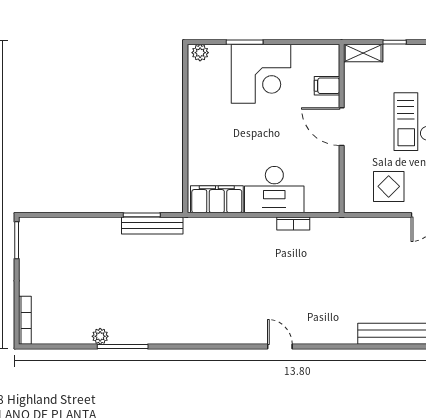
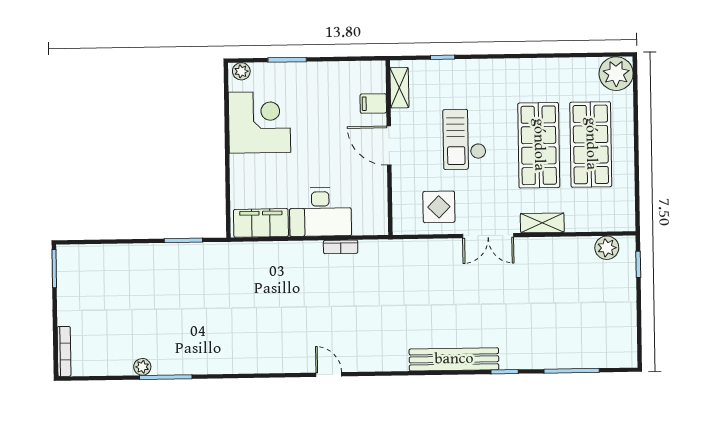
shelving: (363, 53) -> (399, 88), moved, turned 90
corner desk: (261, 74) -> (259, 122), moved, turned -90
bench: (152, 226) -> (194, 251), removed

